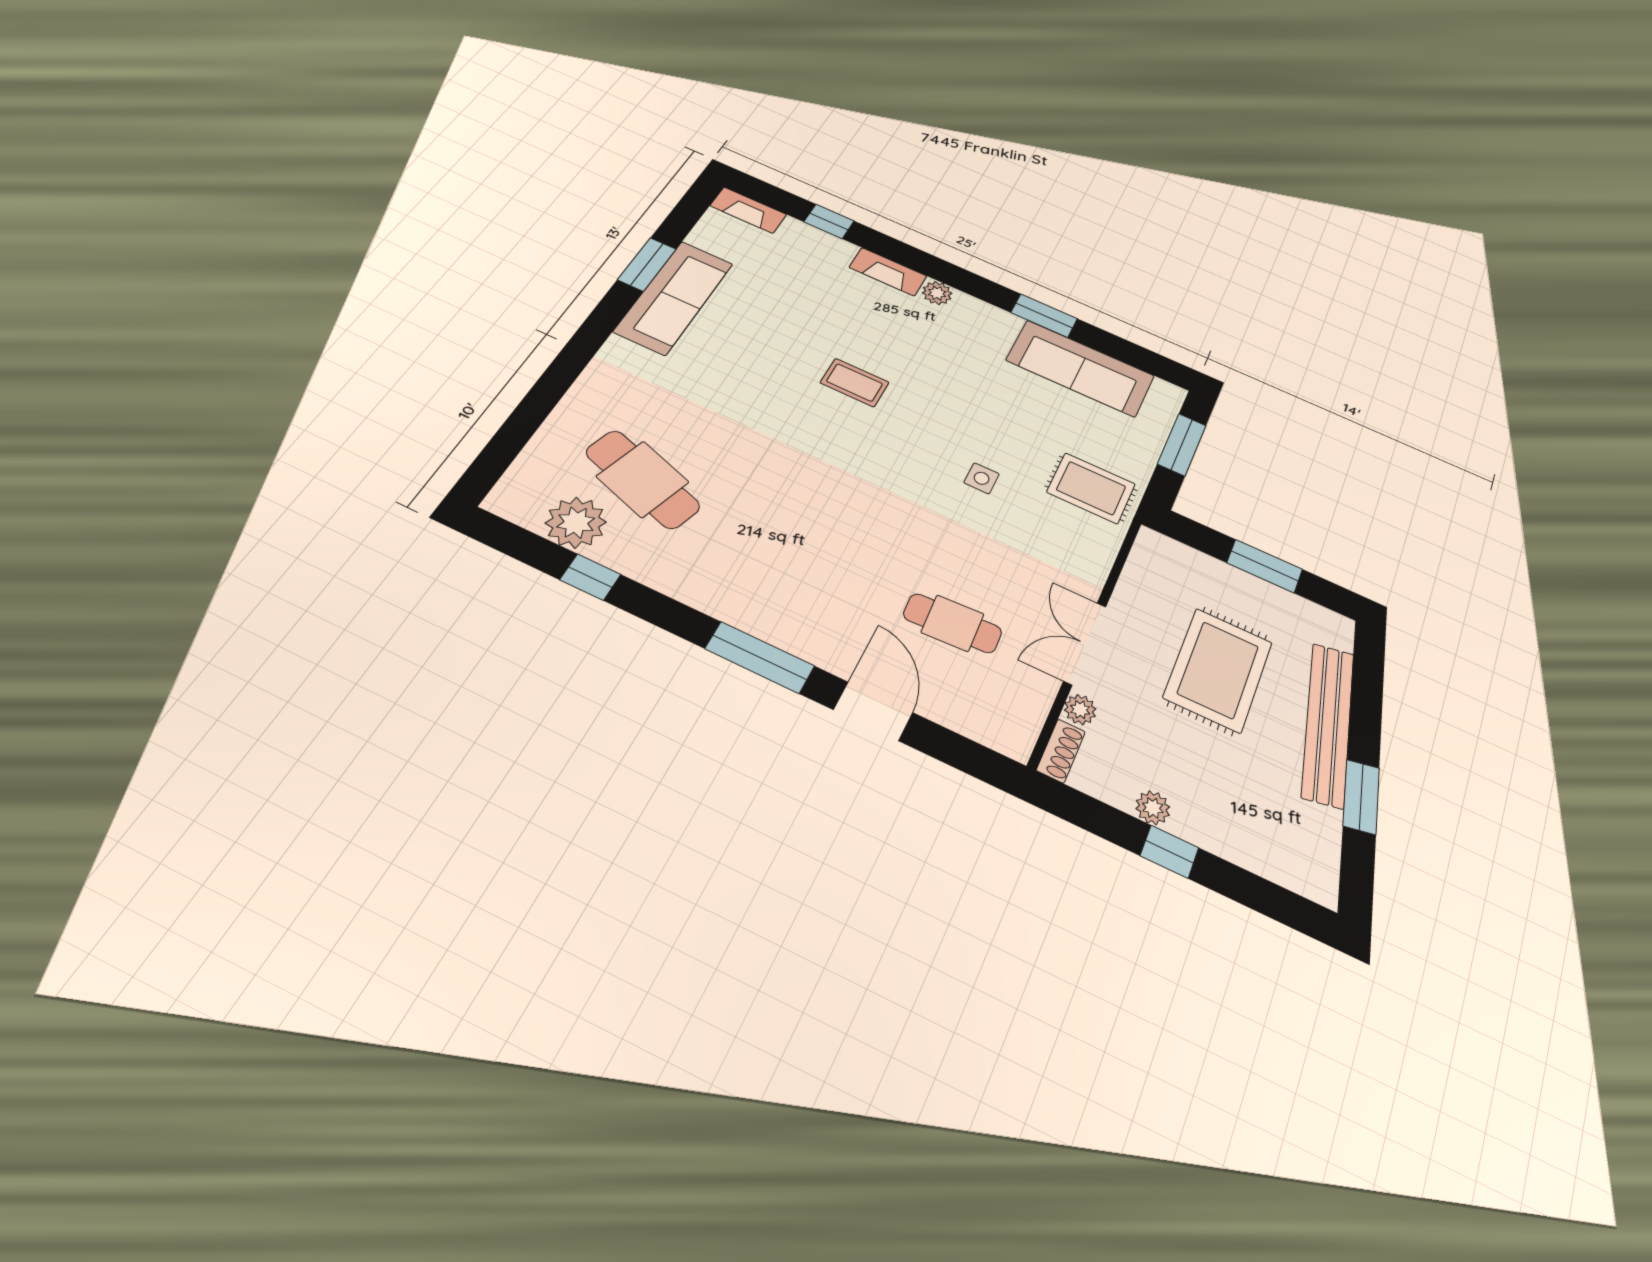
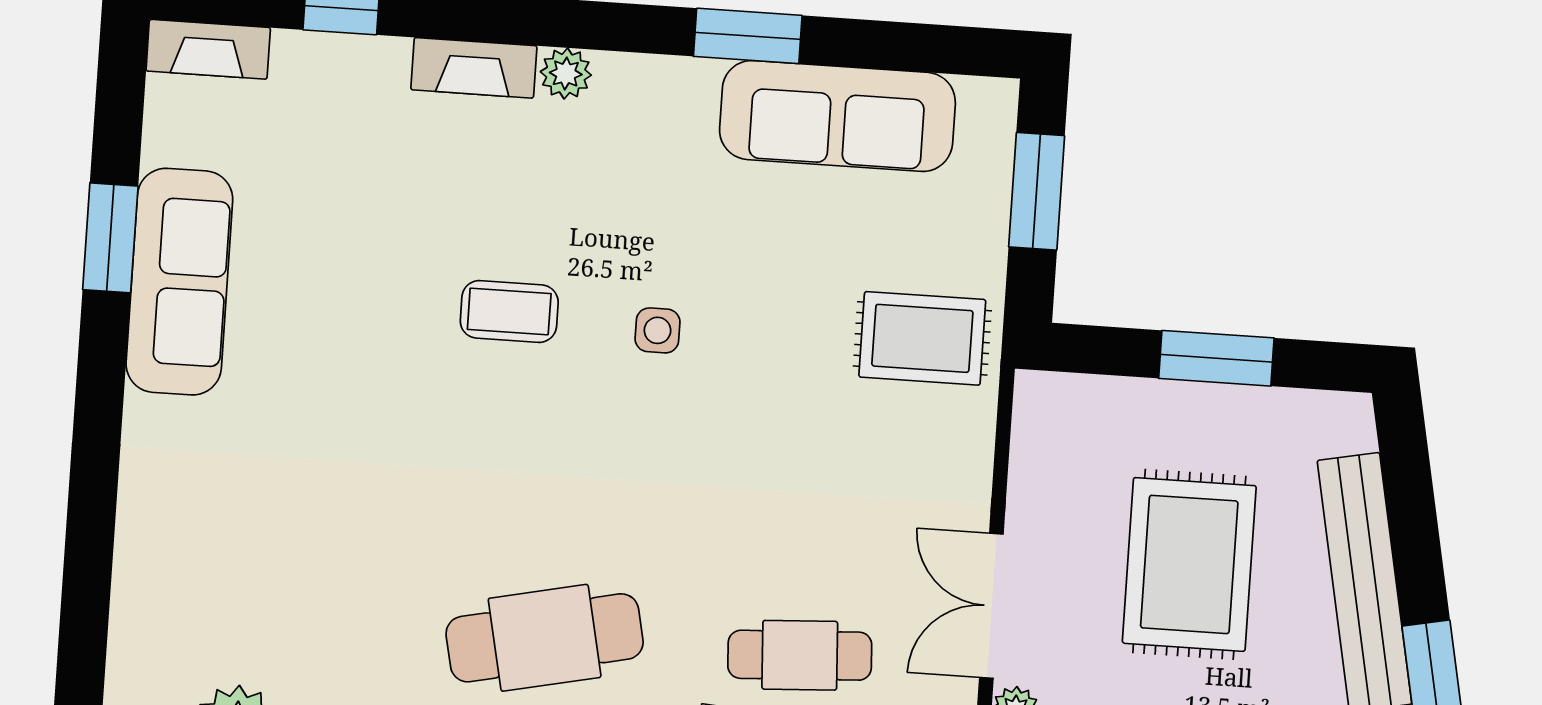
side table: (982, 478) -> (657, 330), moved
cafe table: (643, 479) -> (545, 638), moved, turned -30

